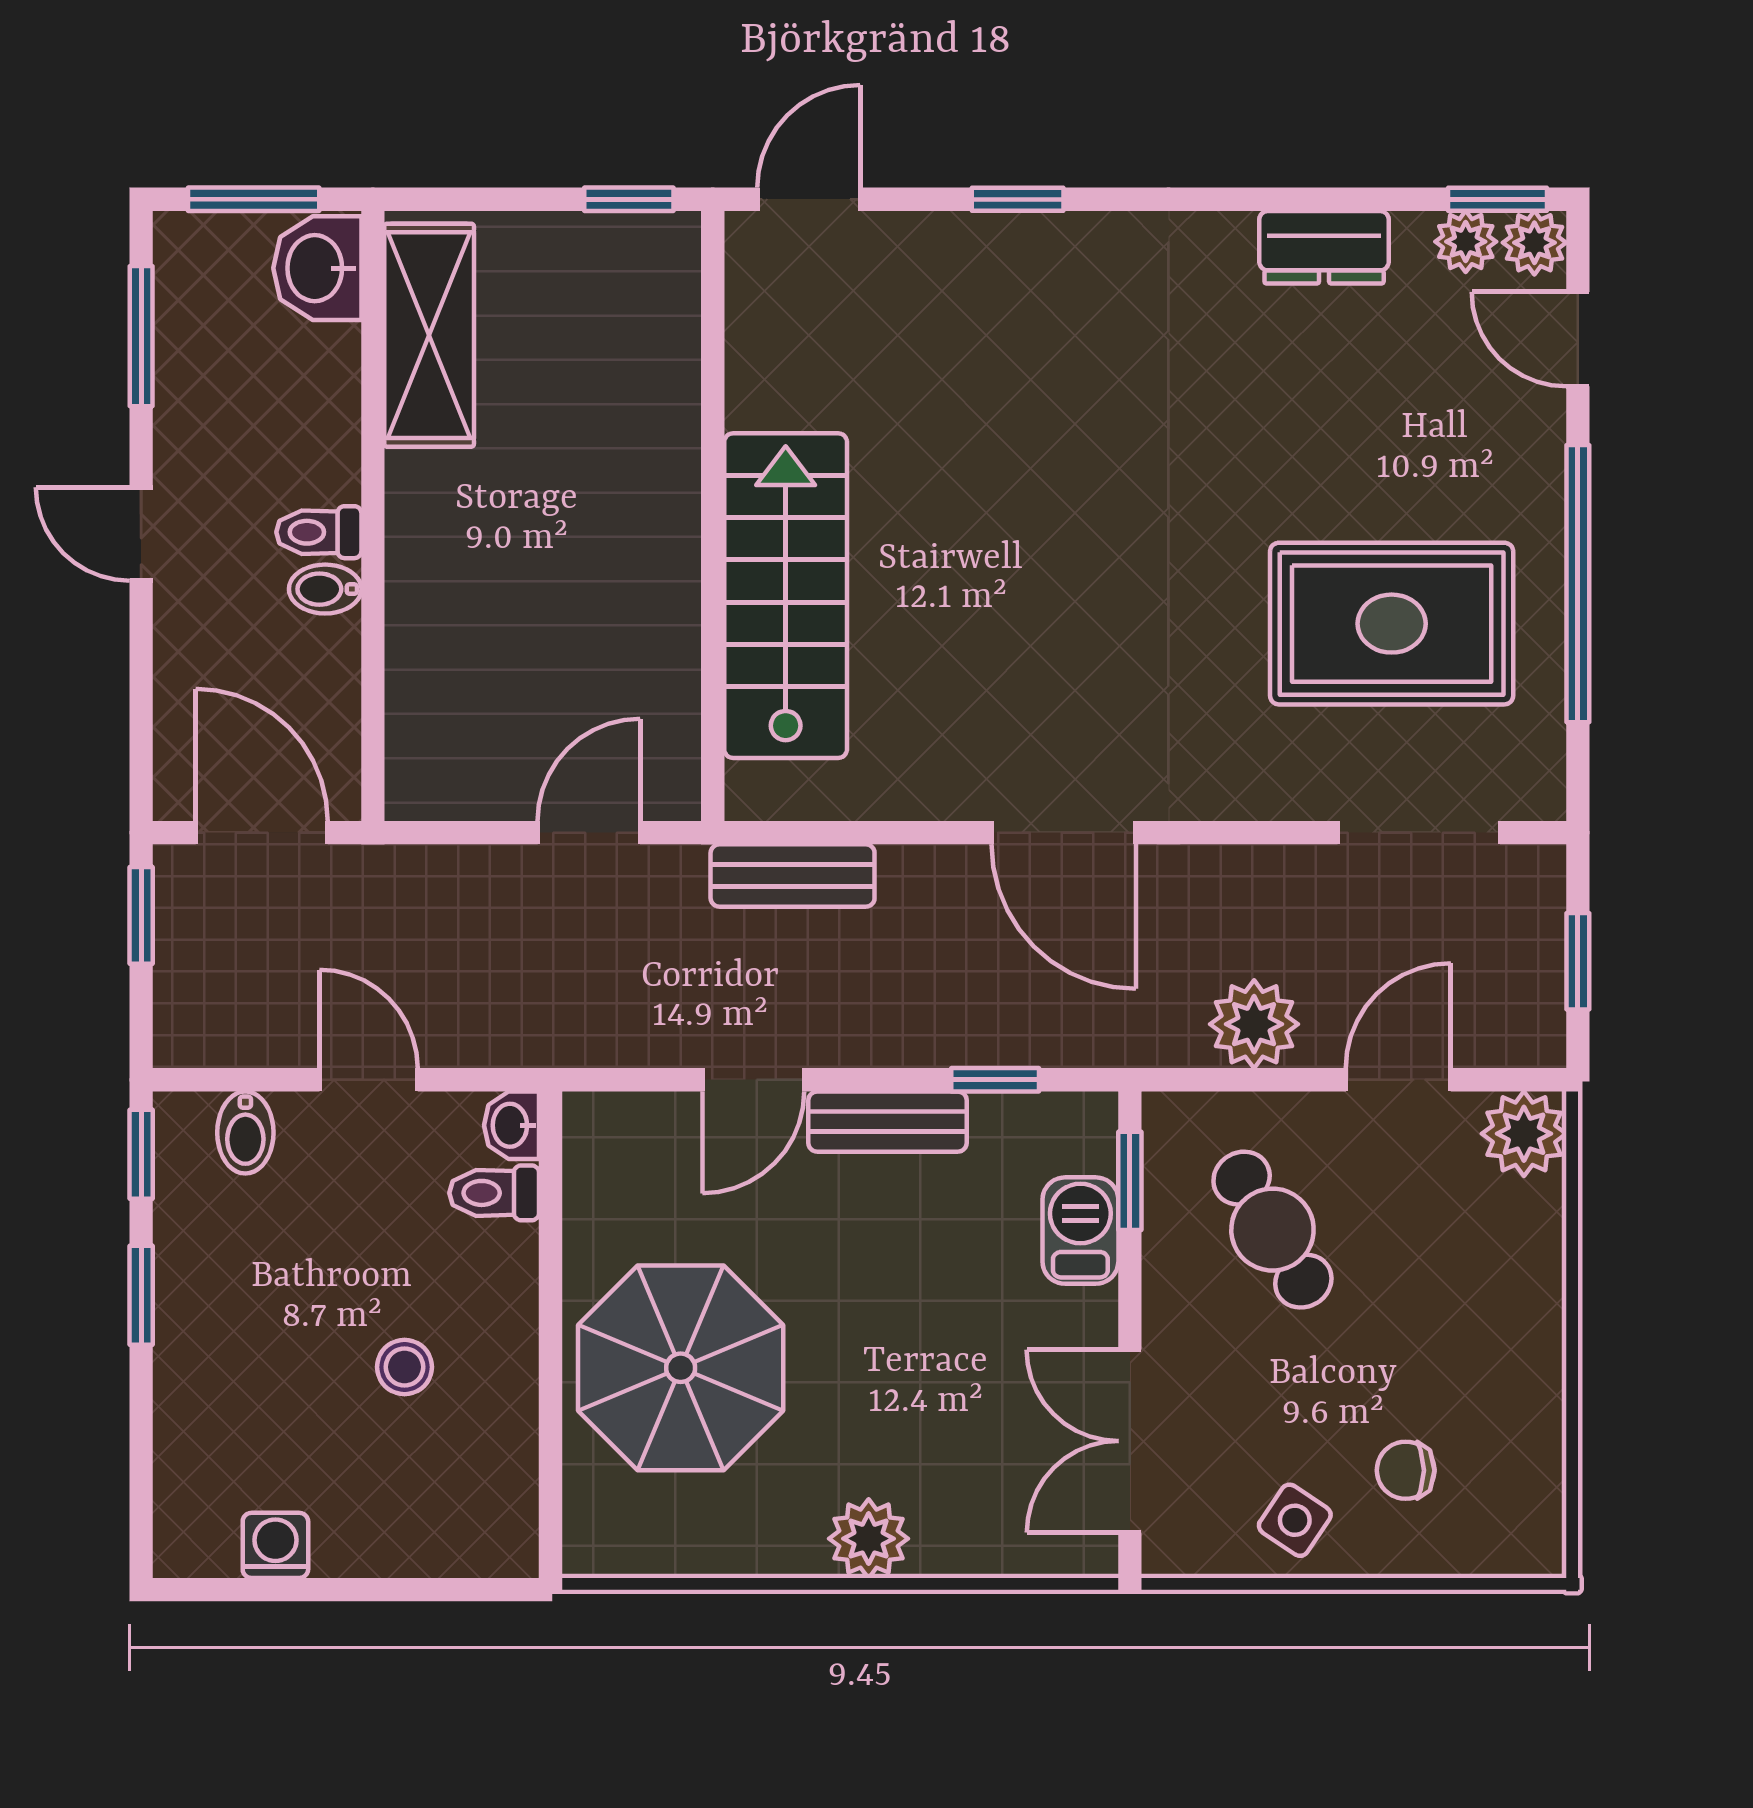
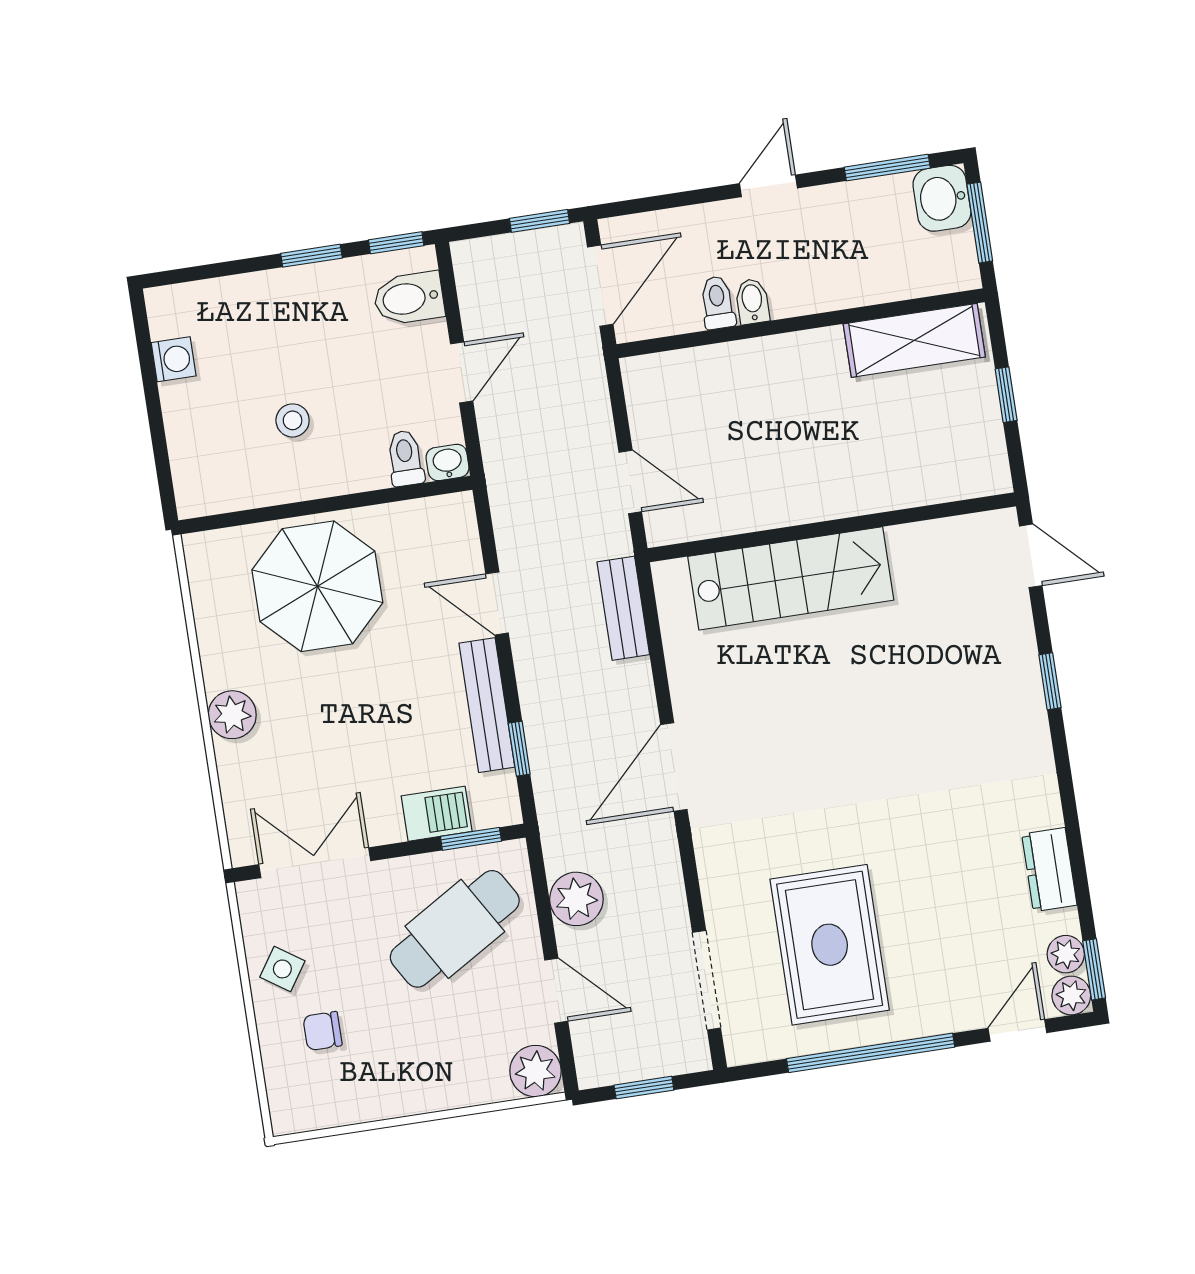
window: (629, 199) -> (1006, 395), moved
washbasin: (317, 268) -> (942, 198), moved, turned -90
toilet: (319, 532) -> (718, 303), moved
bench: (888, 1122) -> (487, 705), width x1.36
bidet: (245, 1133) -> (409, 298), width x1.38, depth x1.36
cafe table: (1272, 1230) -> (455, 929), width x1.37, depth x1.35
chair: (1406, 1470) -> (323, 1031), turned -90

